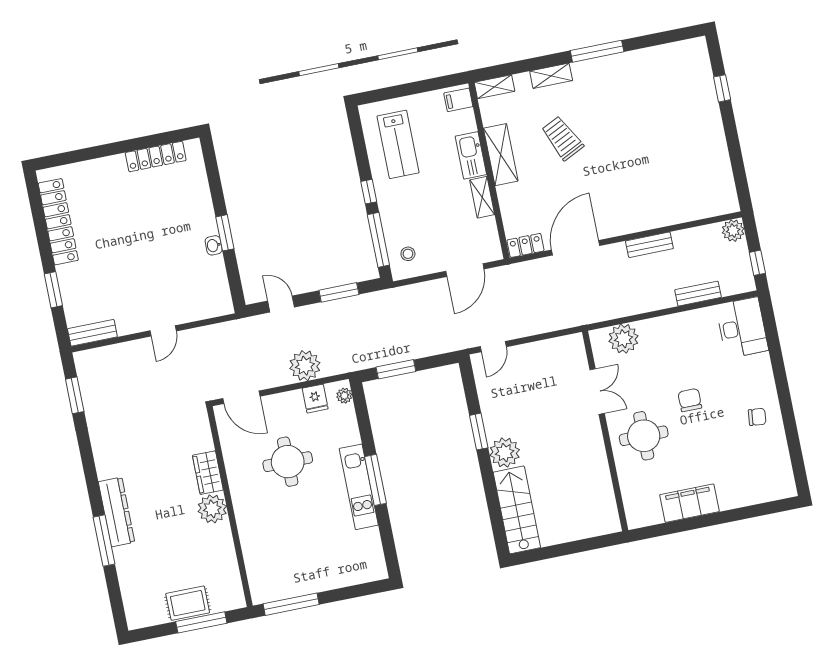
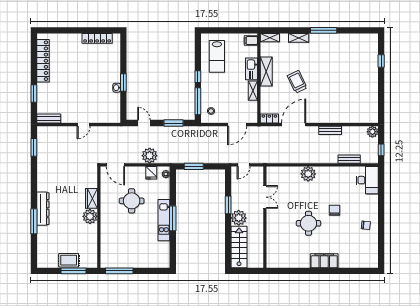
trolley: (562, 138) -> (297, 82), moved
double door: (597, 392) -> (265, 197), moved
wall: (605, 431) -> (265, 217), moved

